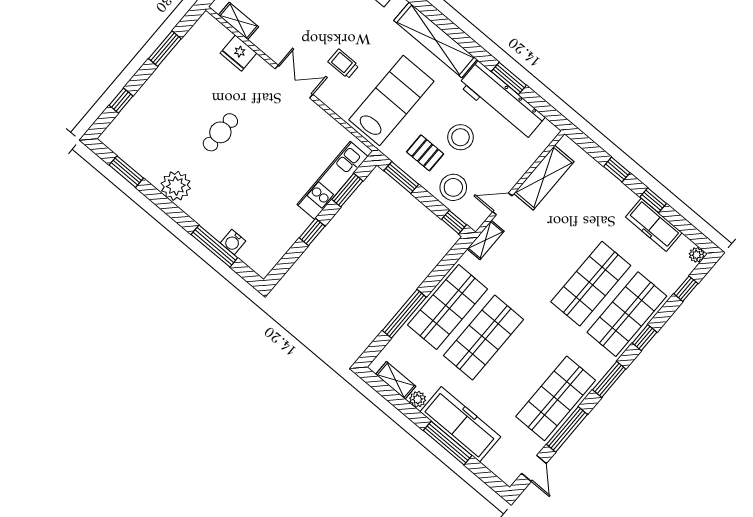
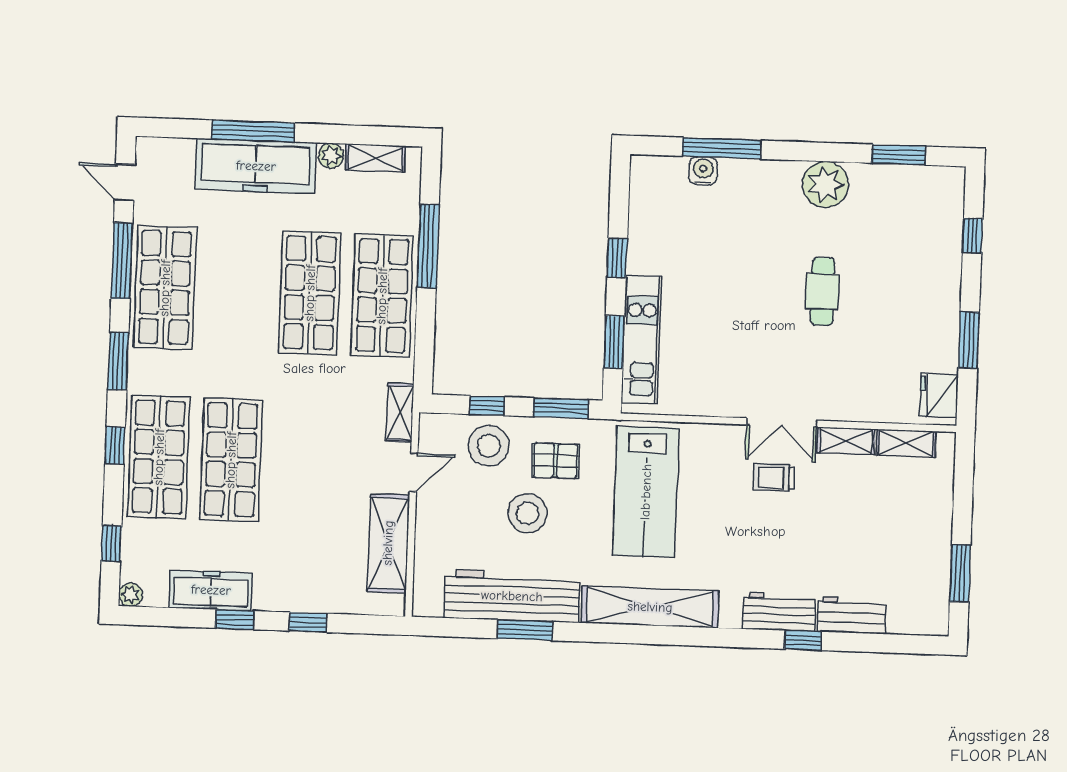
shelving: (268, 46) -> (846, 441), added
fridge: (238, 53) -> (939, 395), moved, turned -90
trolley: (343, 64) -> (774, 477), moved, turned 180
window: (454, 222) -> (487, 406), moved

